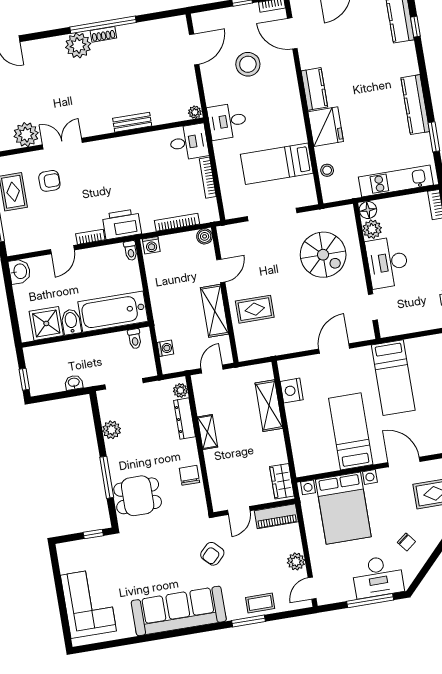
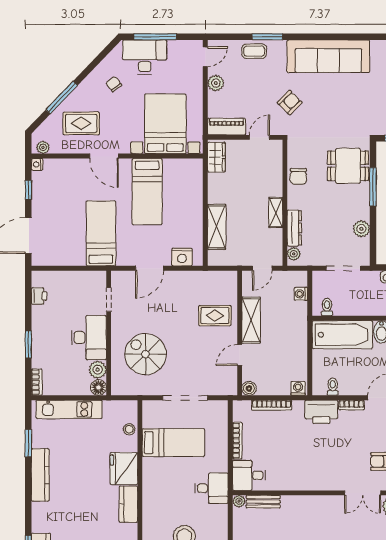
bench: (132, 122) -> (263, 502), moved
toilet: (131, 251) -> (333, 387), moved
nightstand: (292, 391) -> (182, 257), moved, turned 90

